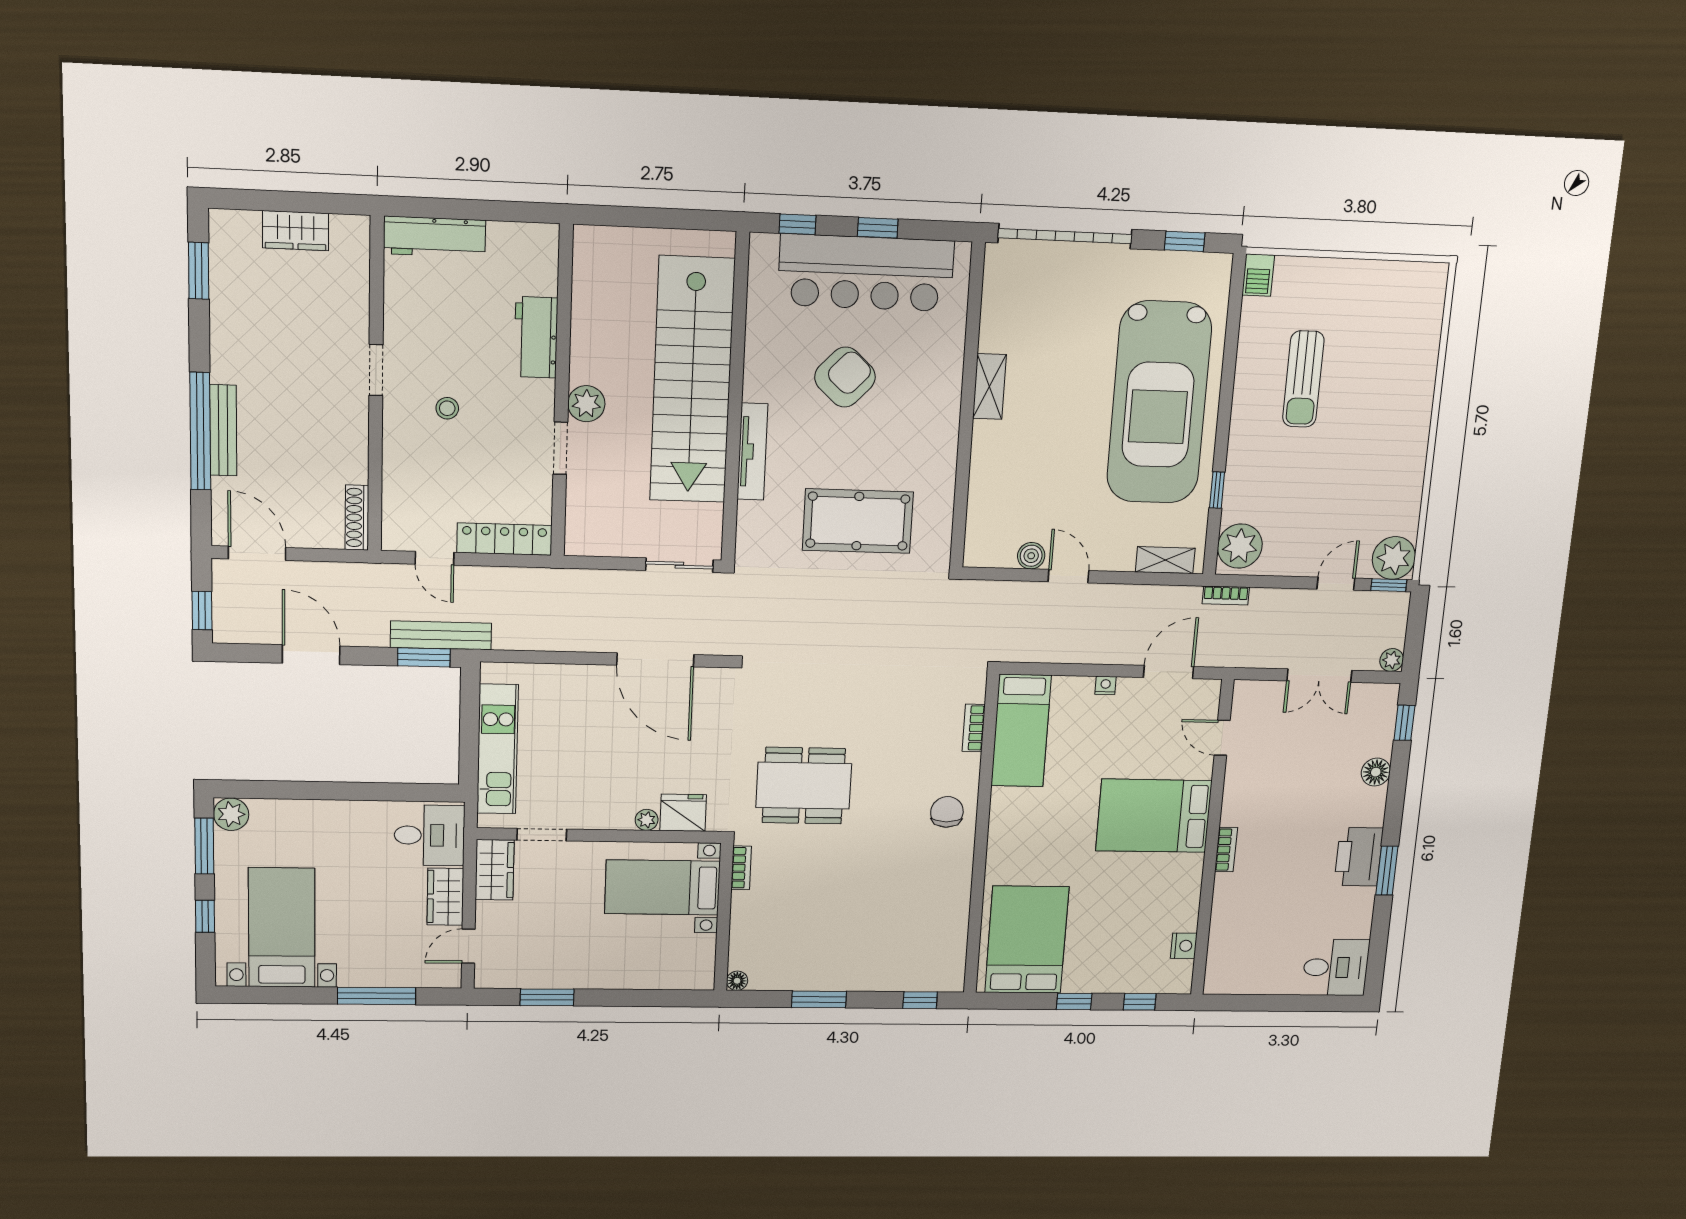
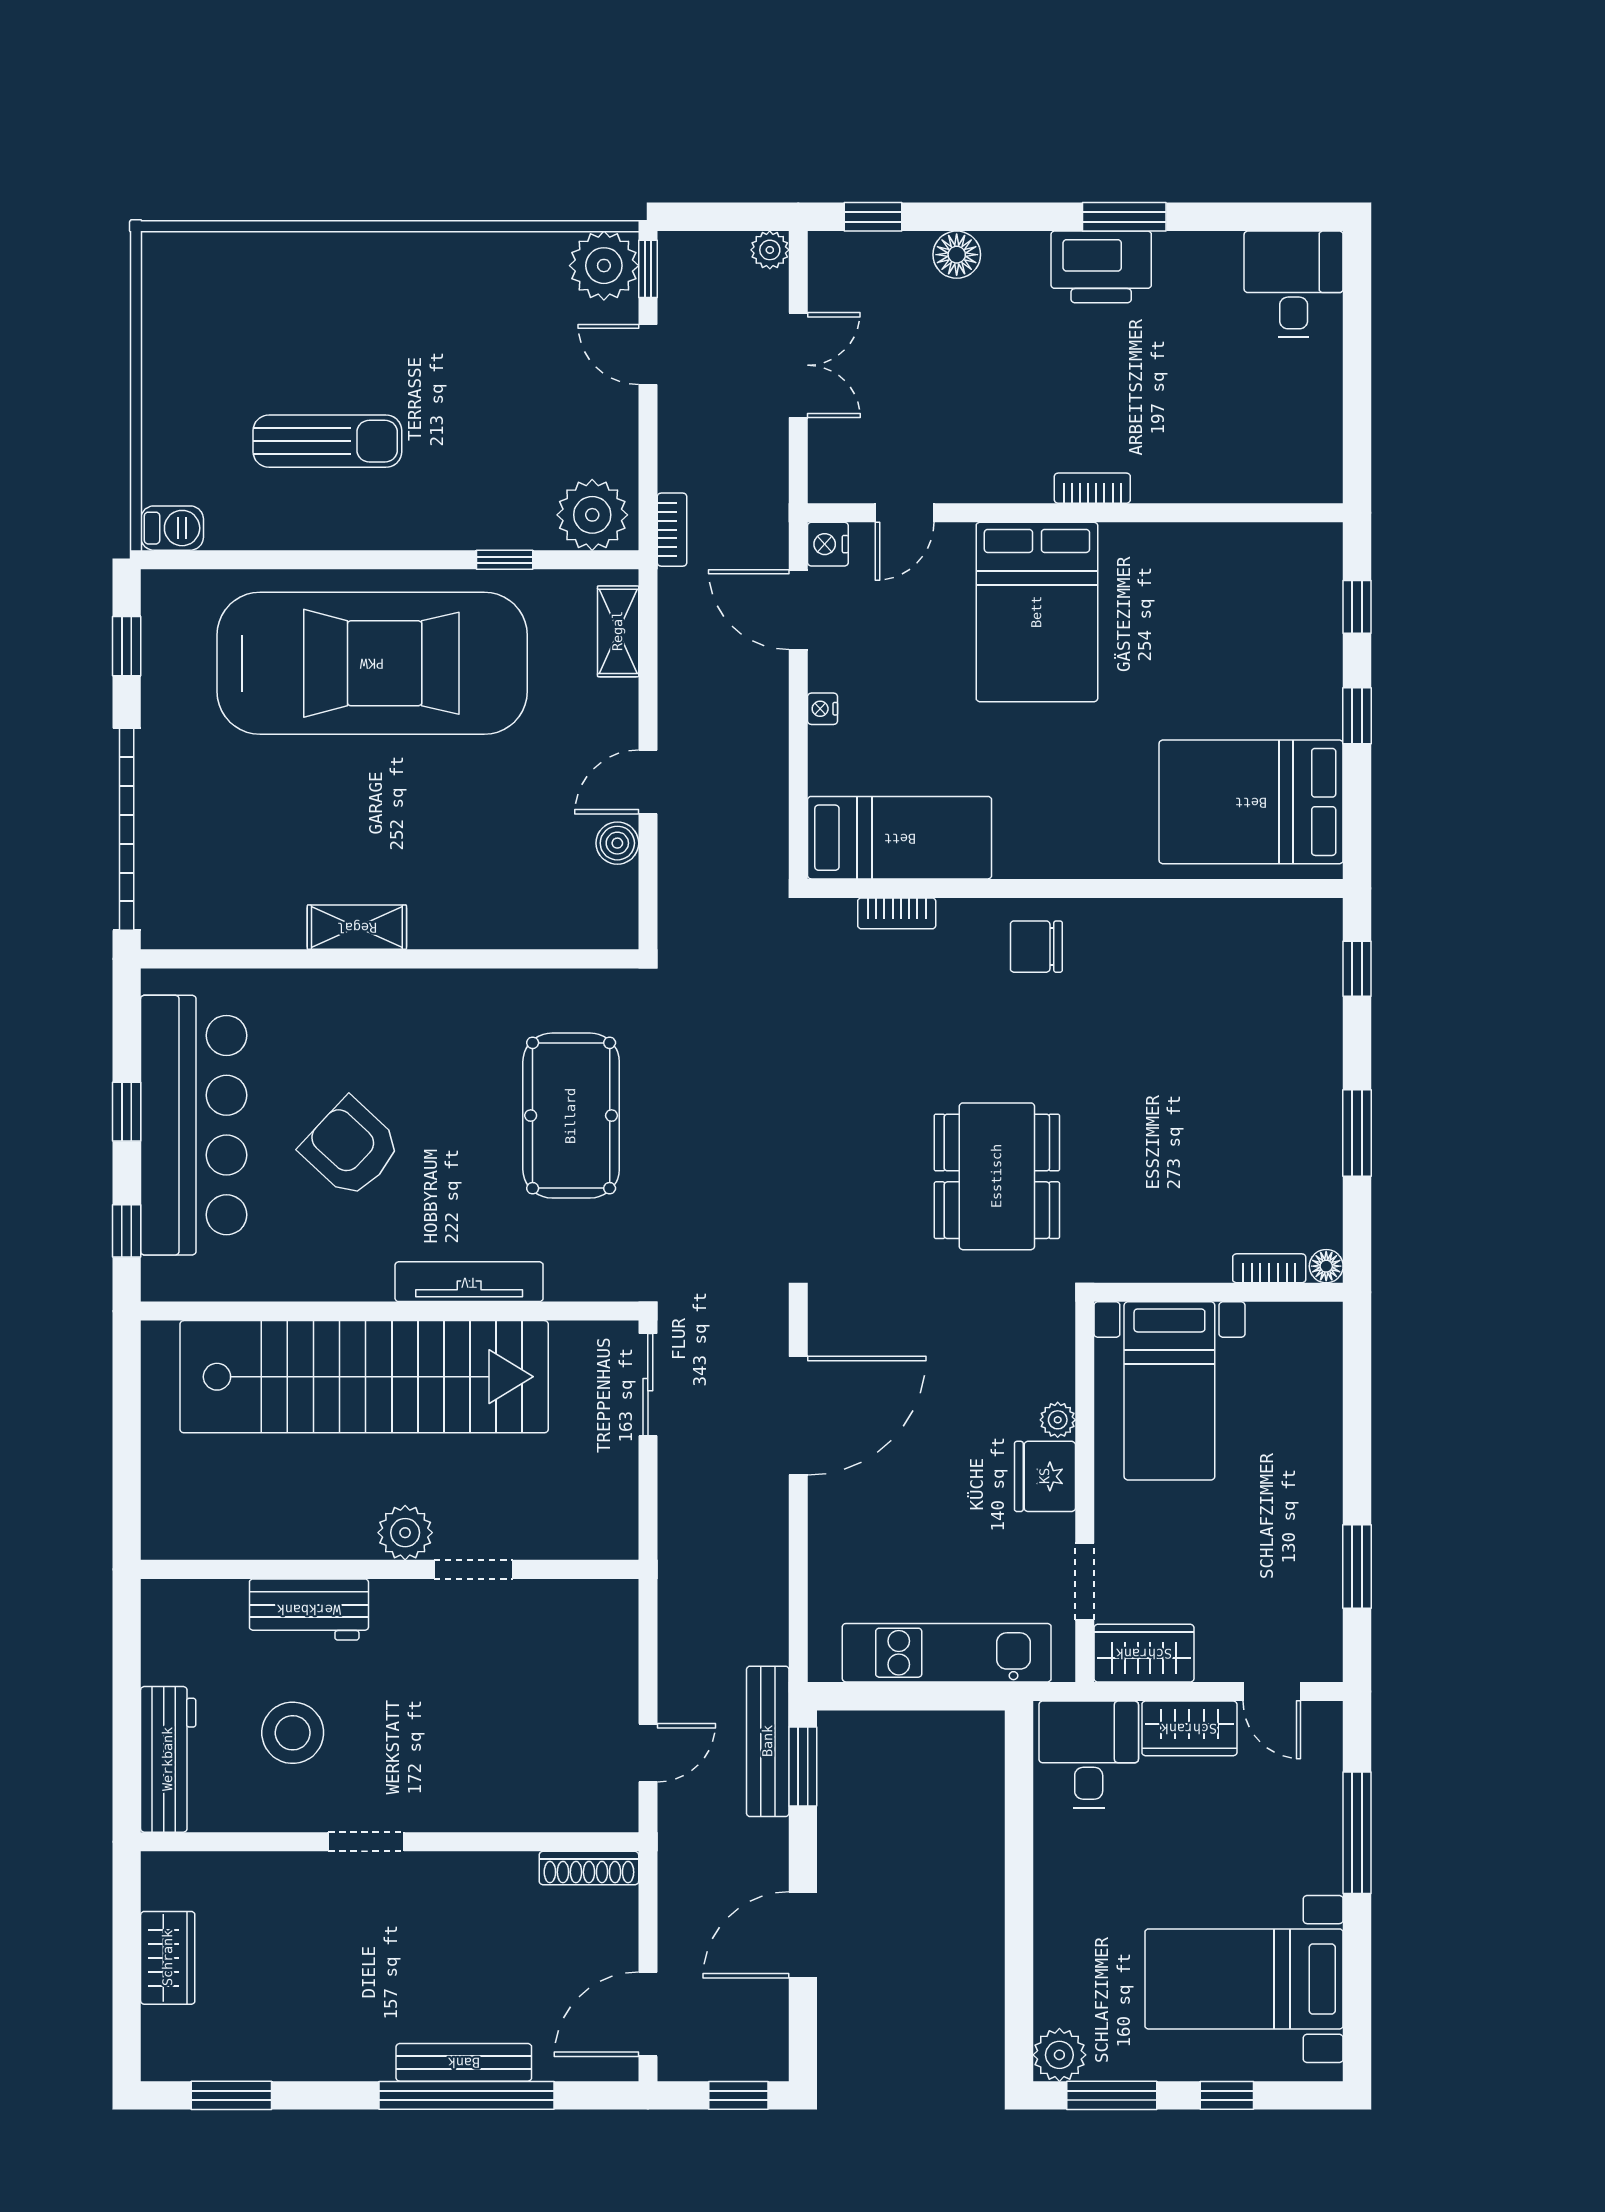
stool: (447, 408) -> (293, 1733), moved, width x1.89, depth x1.89
locker: (504, 539) -> (615, 1649), removed
fridge: (683, 813) -> (1045, 1476), moved
bookcase: (741, 868) -> (1269, 1268), moved
nightstand: (1184, 946) -> (828, 544), moved, turned -90

